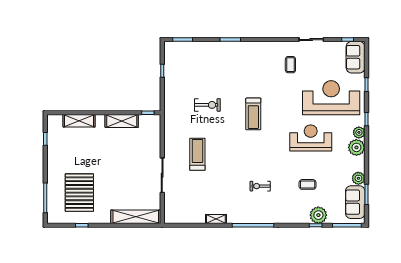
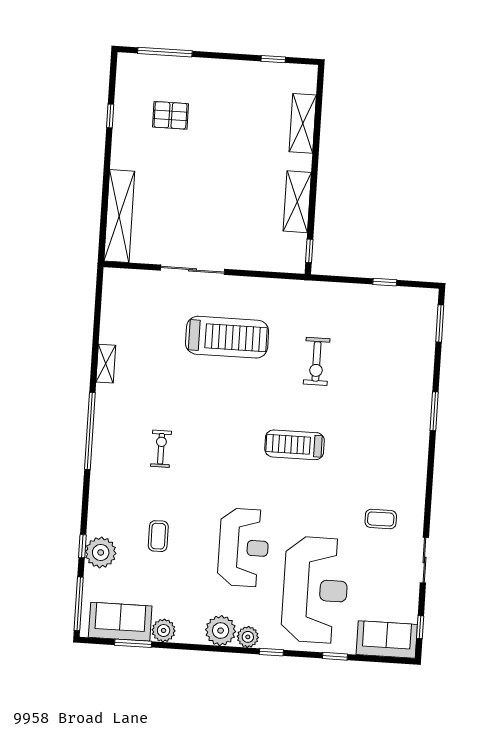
treadmill: (197, 154) -> (227, 337), width x1.37, depth x1.37
pallet: (79, 193) -> (170, 115), width x0.49, depth x0.50

